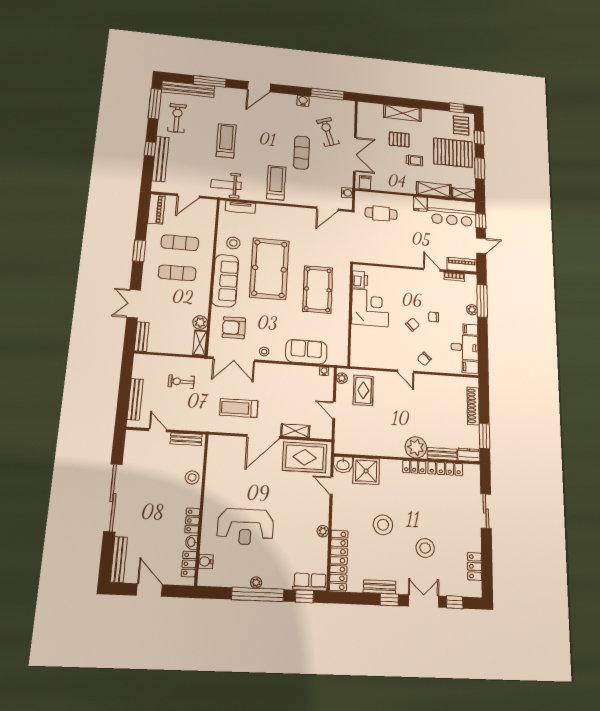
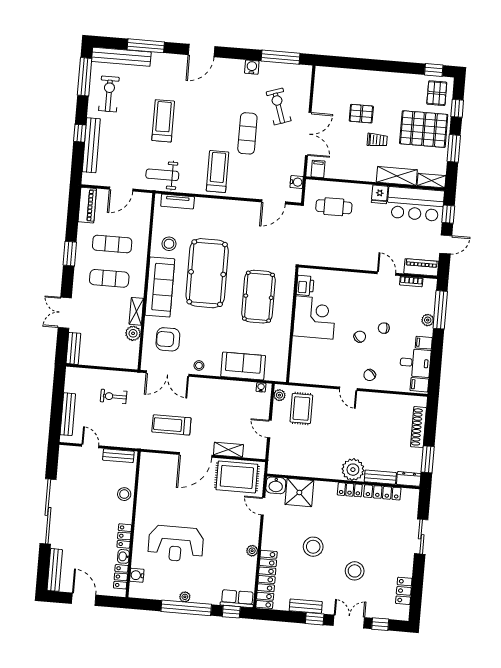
shelving: (402, 113) -> (368, 79), removed
shelving: (200, 343) -> (136, 311), moved

